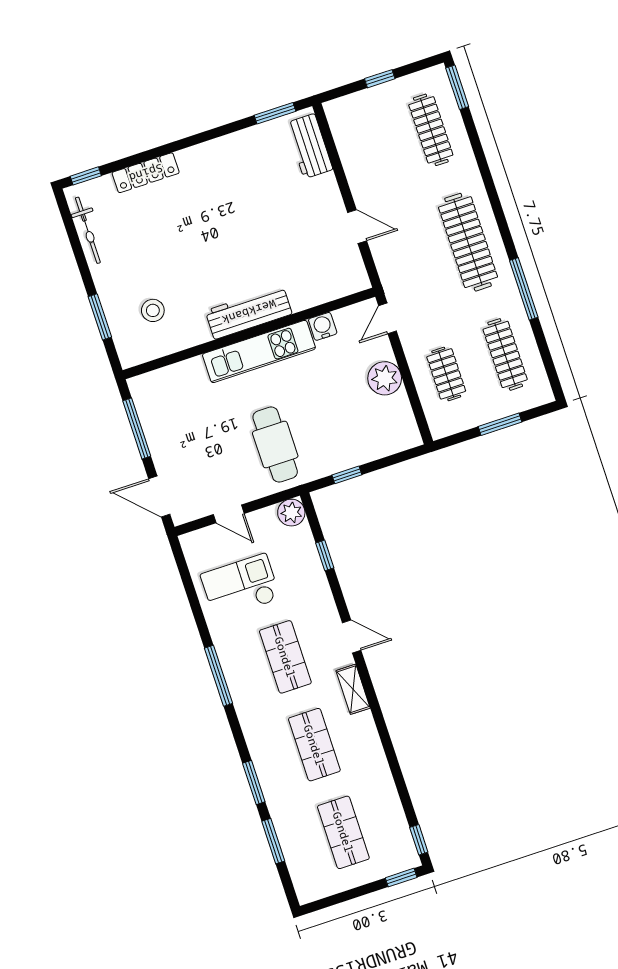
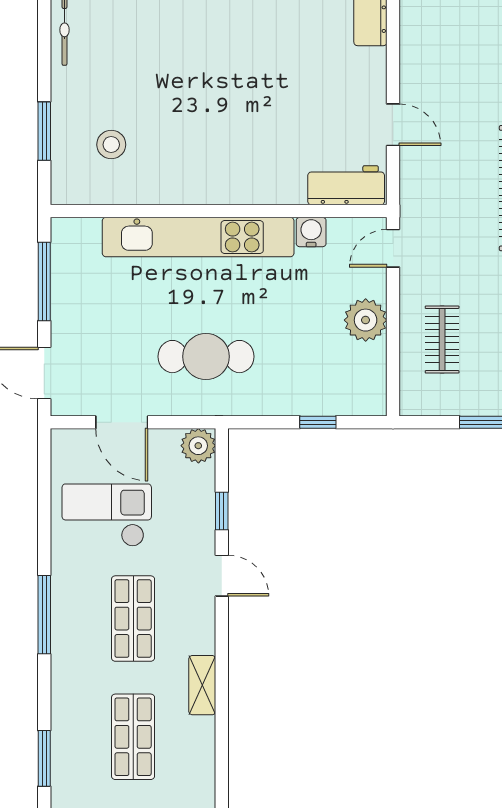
workbench: (249, 312) -> (346, 185), moved, width x0.73
kitchen unit: (259, 351) -> (198, 237), width x1.36
cafe table: (275, 445) -> (206, 357), turned 90
window: (347, 475) -> (318, 422), moved
door: (229, 514) -> (122, 422), width x1.38
door: (352, 637) -> (222, 576), moved

